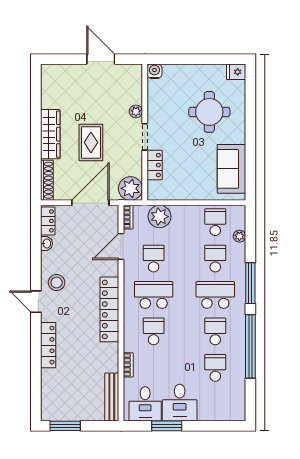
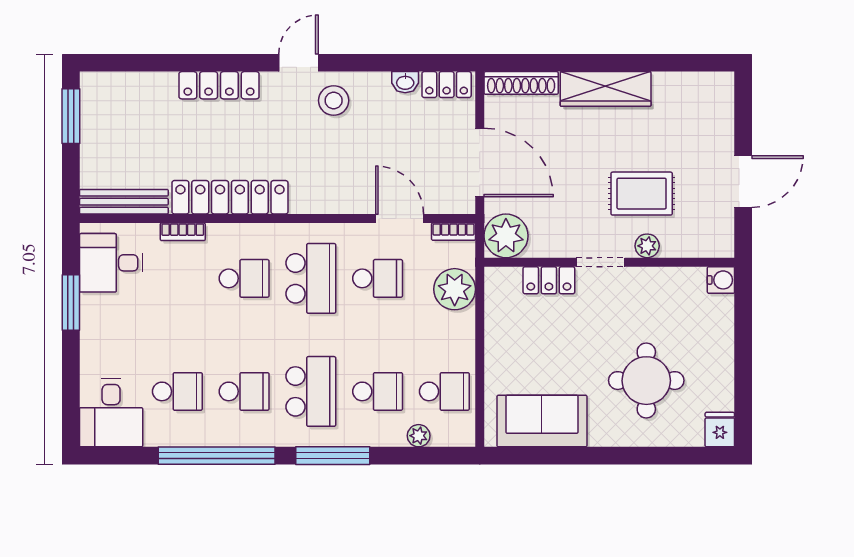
rug: (91, 142) -> (642, 194), moved
locker: (109, 309) -> (230, 197), moved
desk: (180, 403) -> (111, 413), moved, turned -90

